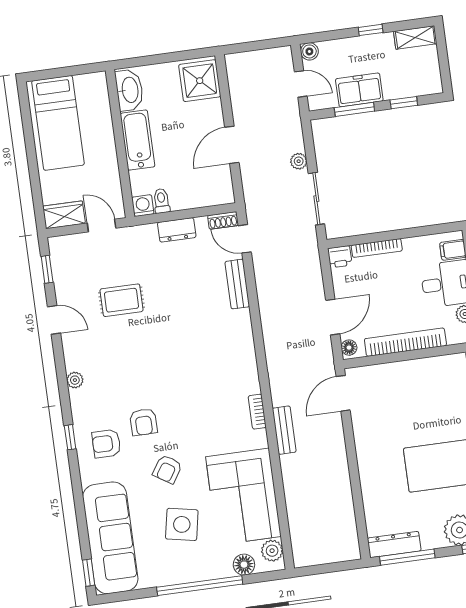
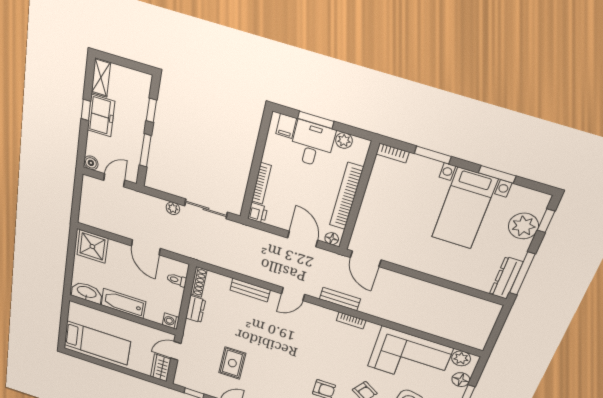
freezer: (359, 90) -> (101, 116), moved, turned 180
toilet: (161, 201) -> (177, 280), moved
shoe rack: (223, 220) -> (199, 282), width x1.43
door: (245, 239) -> (293, 294), moved
bench: (284, 430) -> (340, 299), moved

